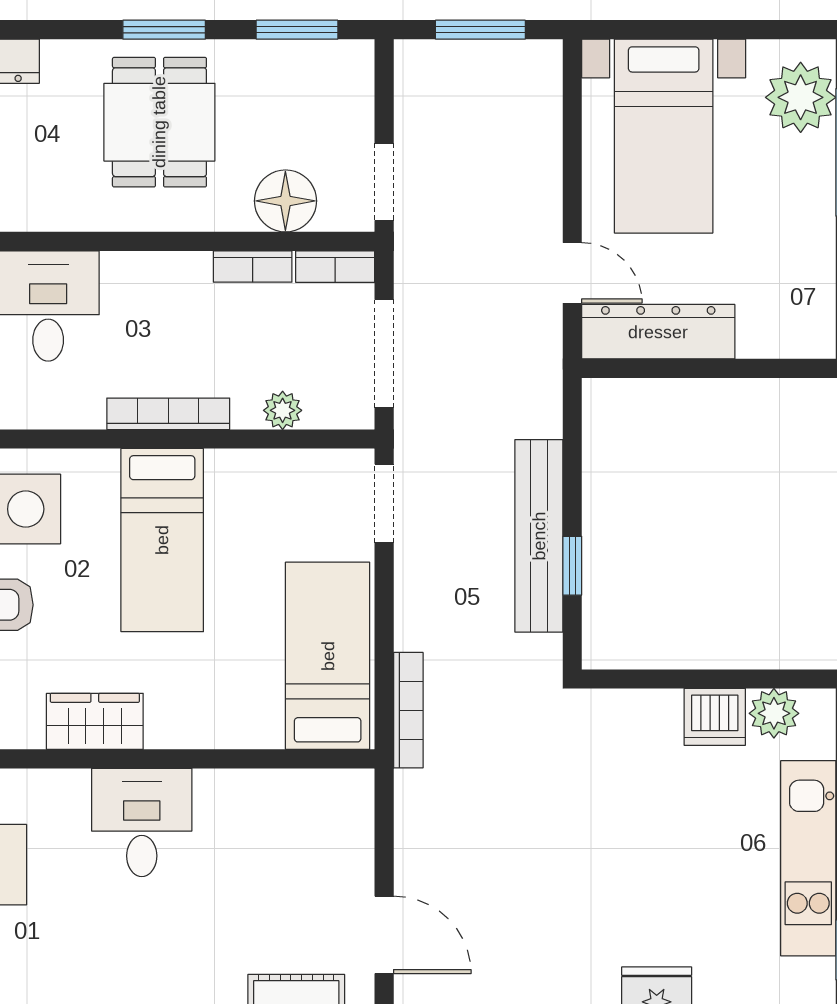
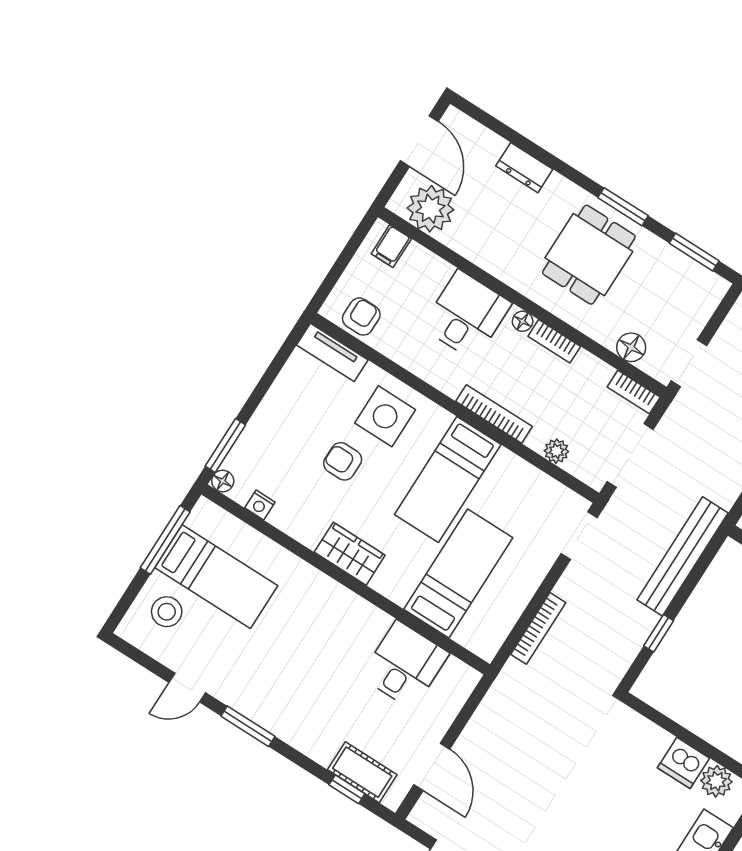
floor lamp: (285, 201) -> (631, 347), width x0.73, depth x0.73
floor lamp: (128, 267) -> (523, 321), added
bookcase: (253, 267) -> (554, 341), moved
bench: (539, 536) -> (683, 556), moved
bed: (328, 656) -> (458, 574), moved
bookcase: (408, 710) -> (538, 628), moved
desk: (142, 822) -> (405, 665), moved

